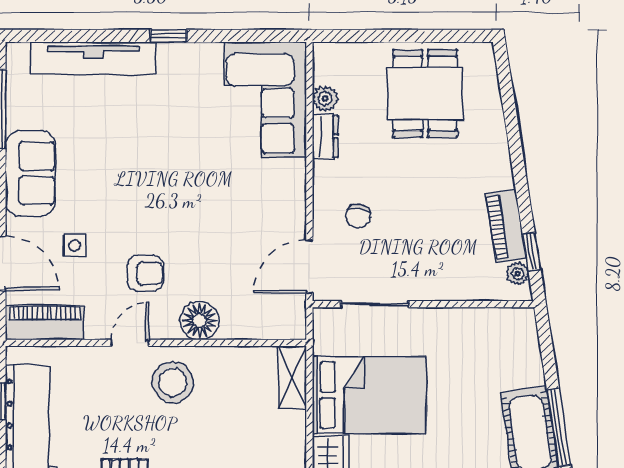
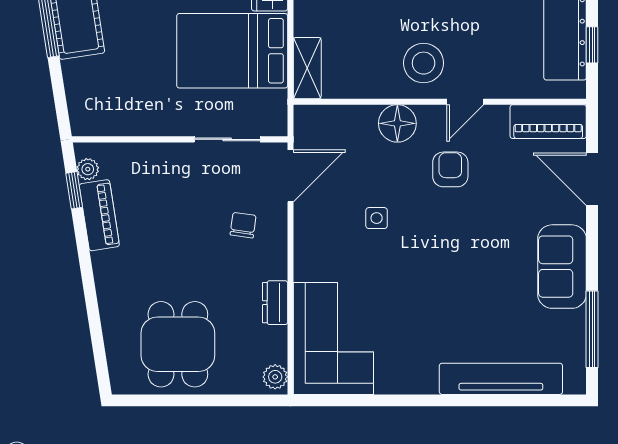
window: (168, 36) -> (428, 400), removed
plant: (325, 99) -> (275, 377), moved
side table: (75, 245) -> (377, 218), moved
armchair: (145, 273) -> (450, 169), turned 90

